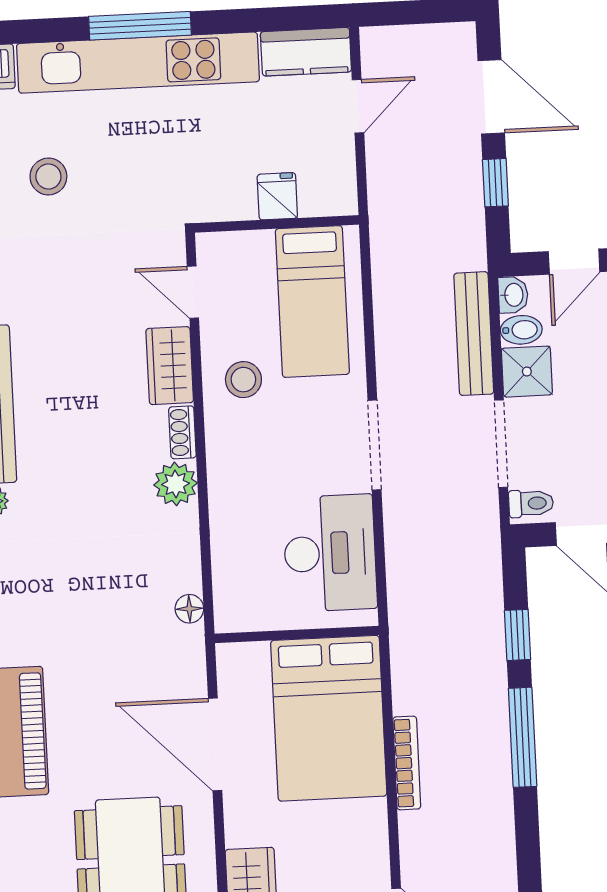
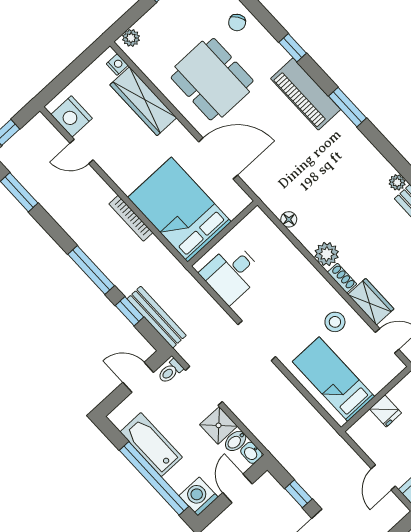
bench: (474, 334) -> (157, 317), moved
desk: (330, 553) -> (231, 273), width x0.73
floor lamp: (189, 609) -> (289, 219), moved

